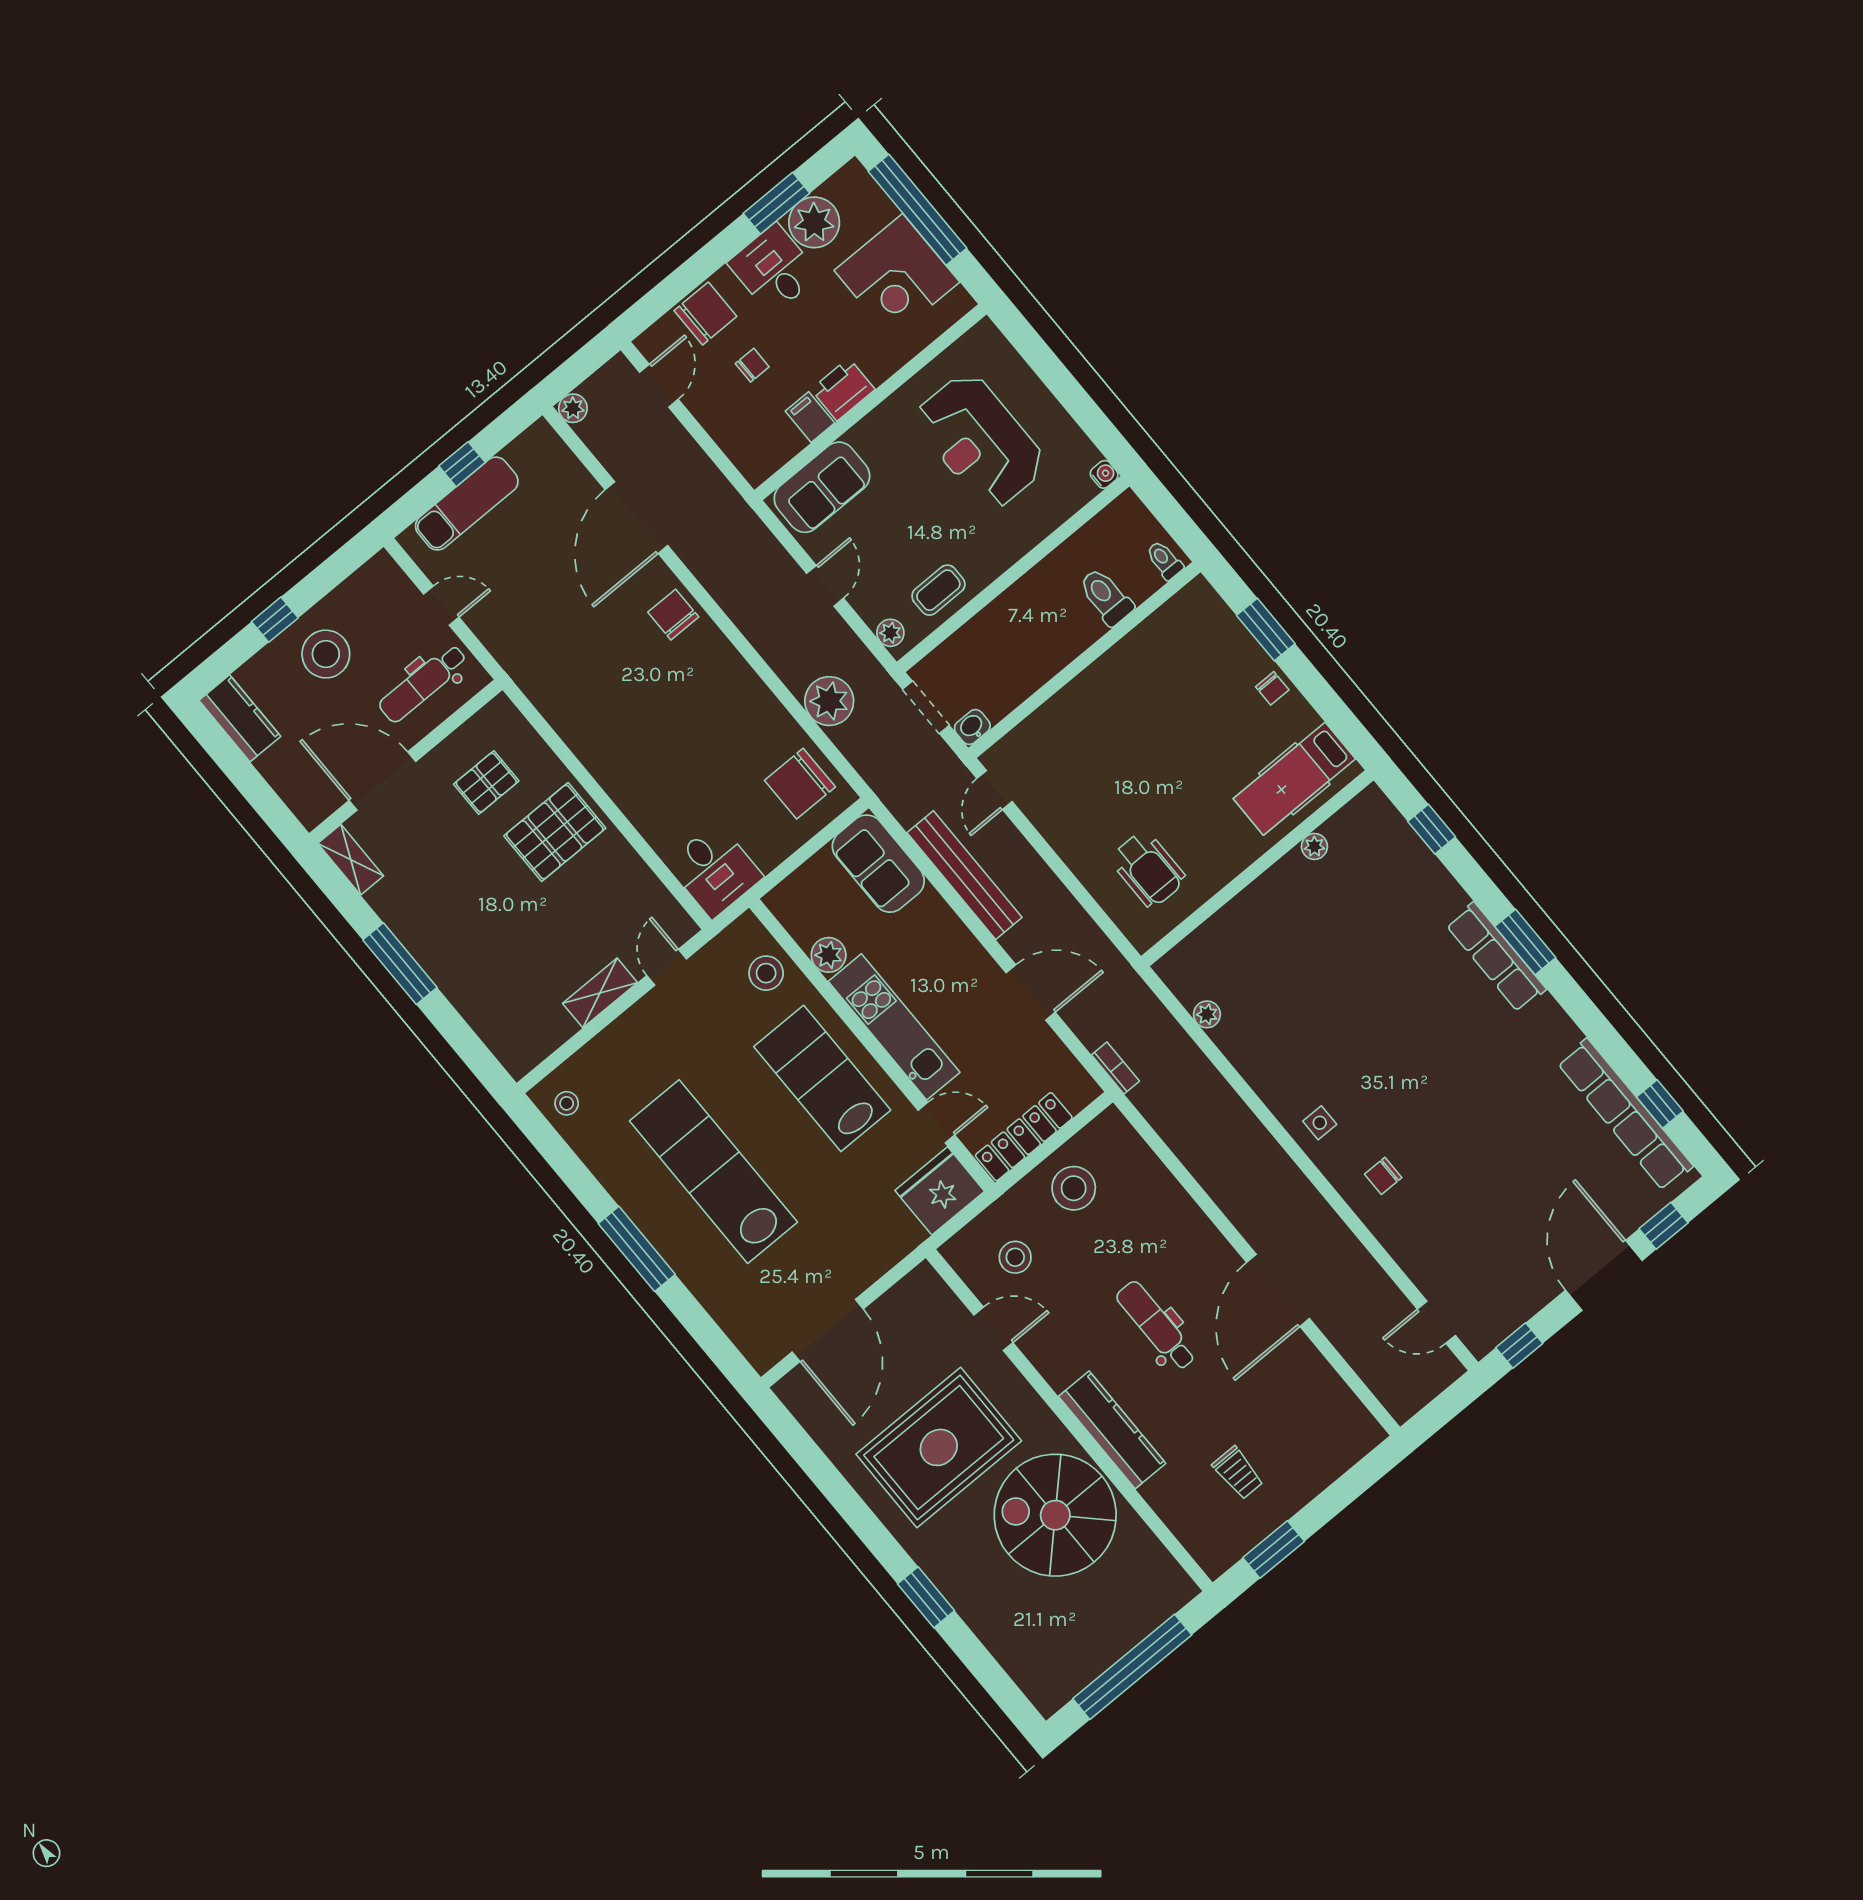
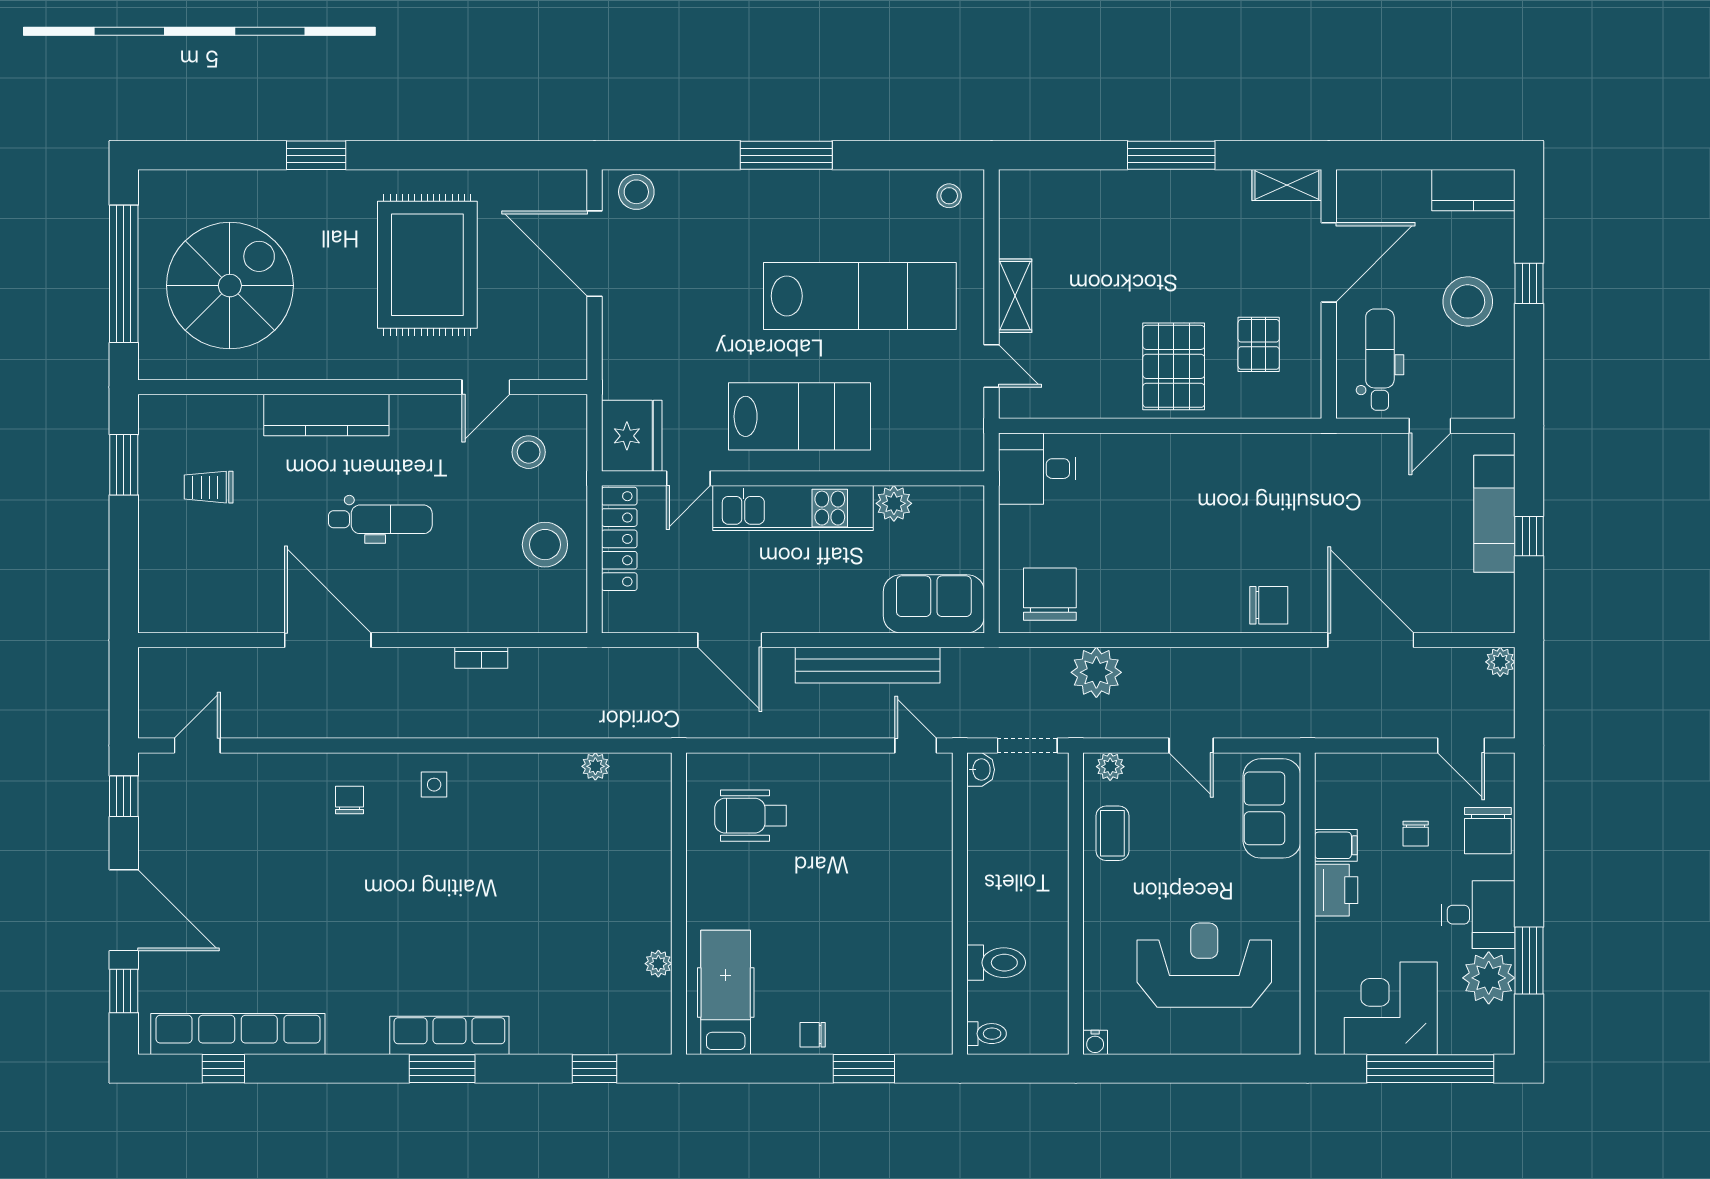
stool: (766, 973) -> (636, 192), moved
door: (1031, 992) -> (730, 640), hinge flipped
bookcase: (1115, 1068) -> (481, 658), moved
lab bench: (713, 1172) -> (860, 296), moved
spiral stairs: (1055, 1515) -> (230, 286), moved

